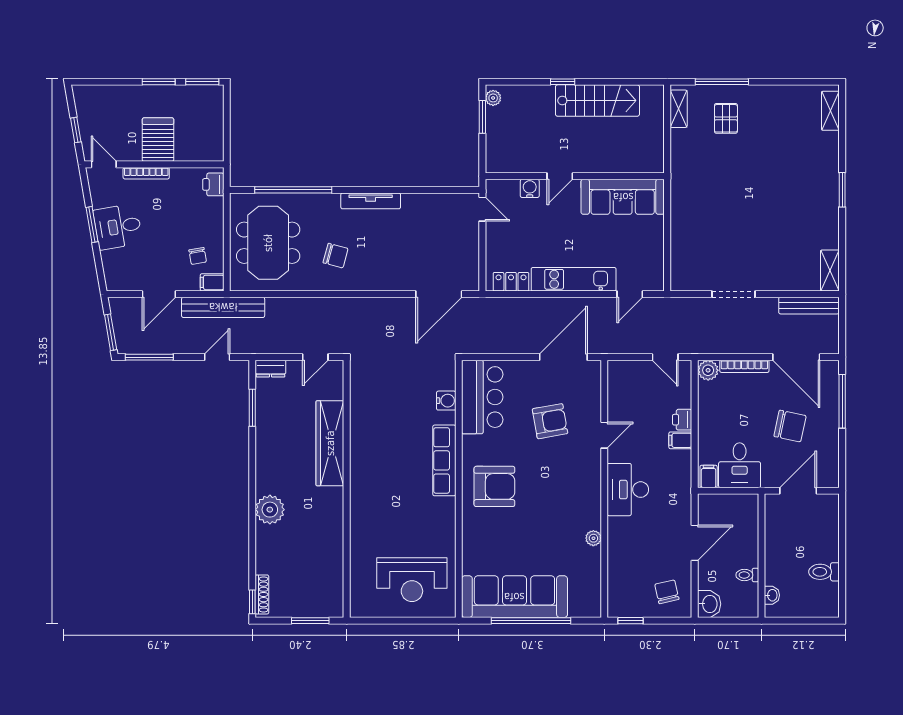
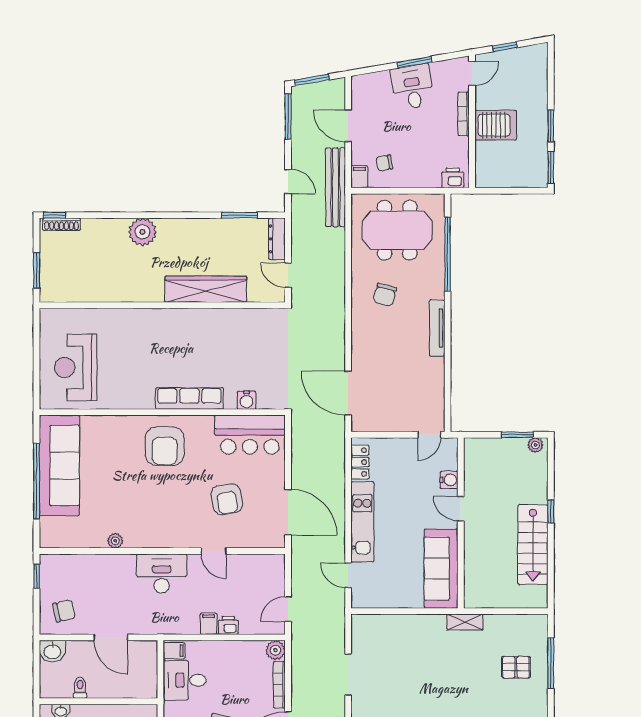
shelving: (679, 109) -> (465, 622), moved
dresser: (270, 369) -> (277, 239), width x1.44

